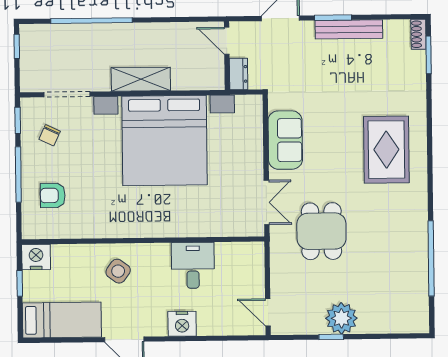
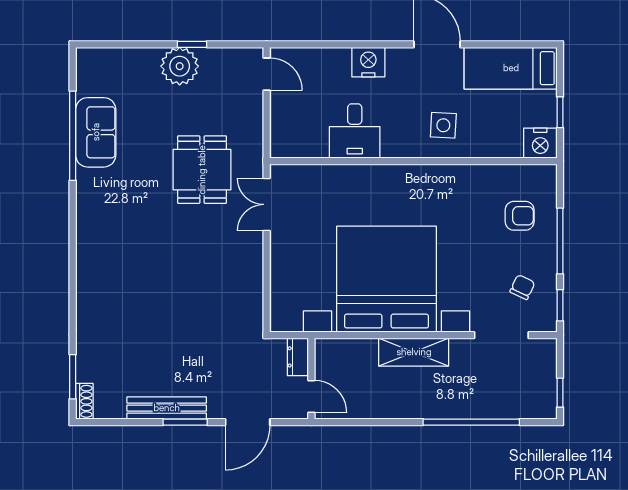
sofa: (285, 140) -> (96, 132), moved, turned 180
rug: (386, 150) -> (124, 265), removed
side table: (118, 271) -> (443, 125), turned -33

